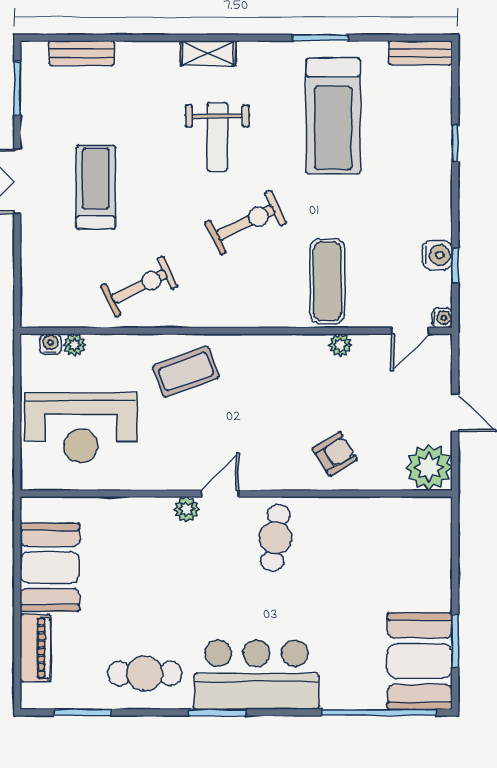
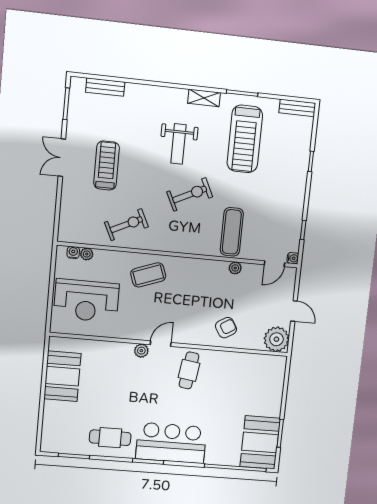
shelving: (208, 53) -> (204, 98), moved
water cooler: (437, 255) -> (294, 223), removed
piano: (35, 648) -> (51, 419), removed

